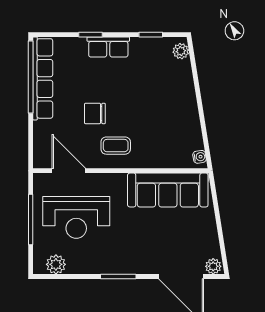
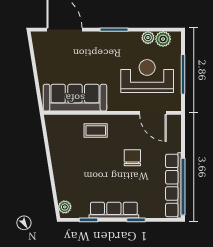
row of seats: (108, 47) -> (114, 210), width x1.48
chair: (95, 113) -> (132, 158), turned -90
coffee table: (116, 146) -> (96, 130), moved
water cooler: (199, 157) -> (50, 124), removed
plant: (213, 266) -> (148, 38), moved

